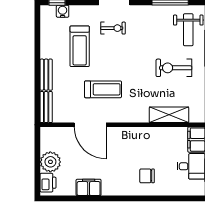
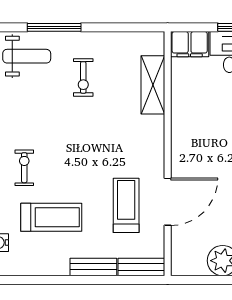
exercise bike: (174, 68) -> (83, 77), width x0.73, depth x0.72
treadmill: (103, 89) -> (126, 205), moved

